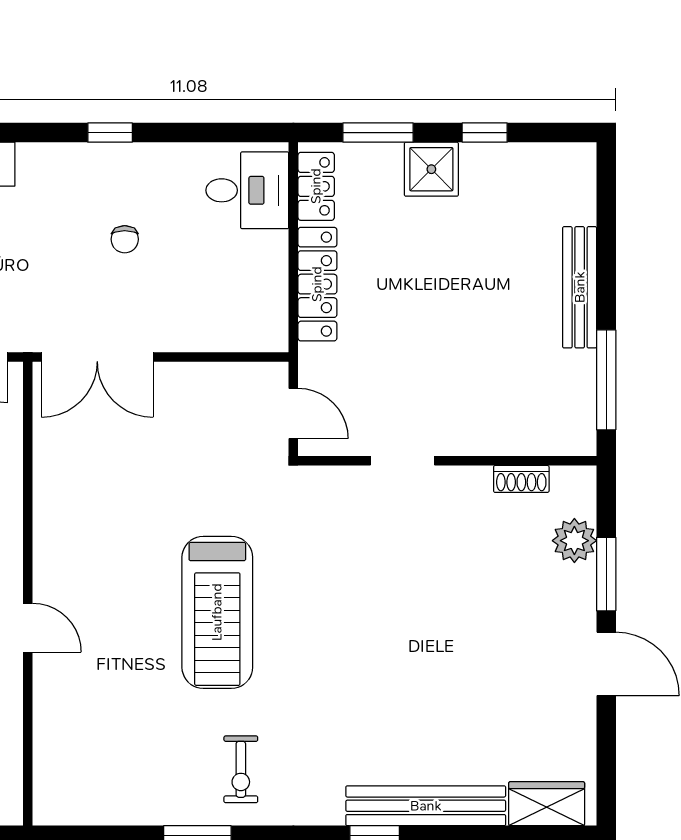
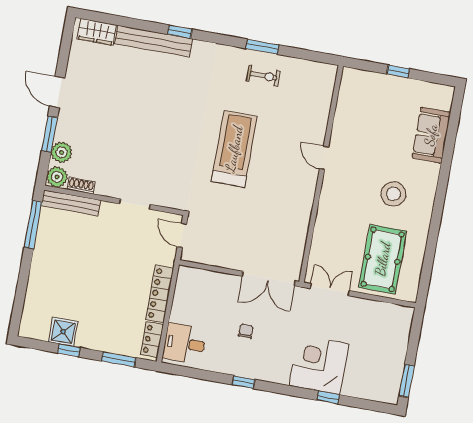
shower: (431, 169) -> (63, 332), moved
bench: (580, 287) -> (71, 203), moved, turned 90
double door: (97, 357) -> (269, 278), swing flipped
plant: (574, 488) -> (57, 177), added
exercise bike: (241, 769) -> (263, 76), moved, turned 90

